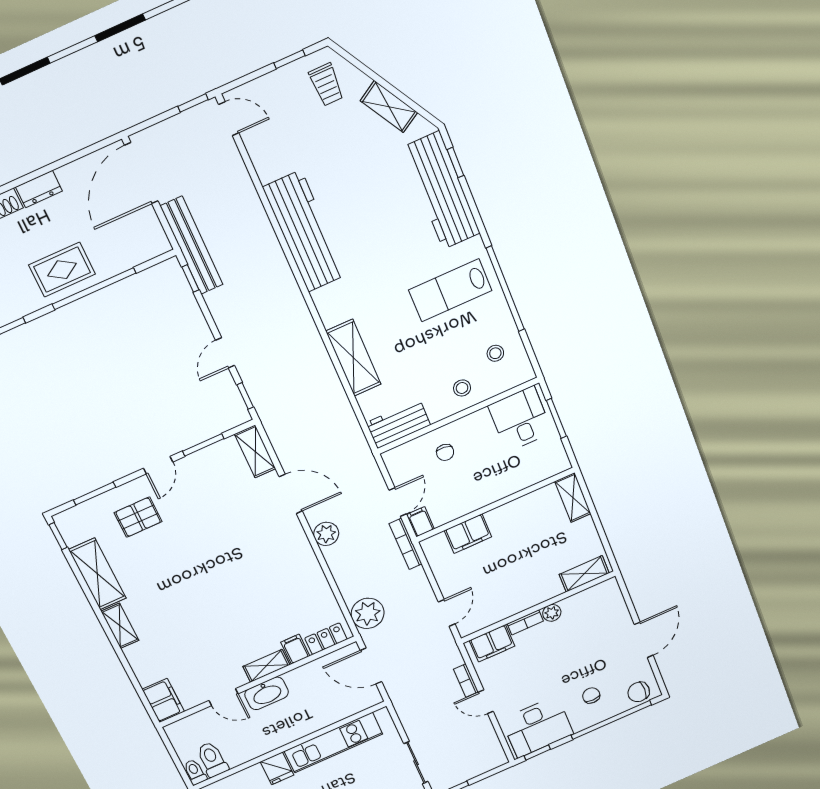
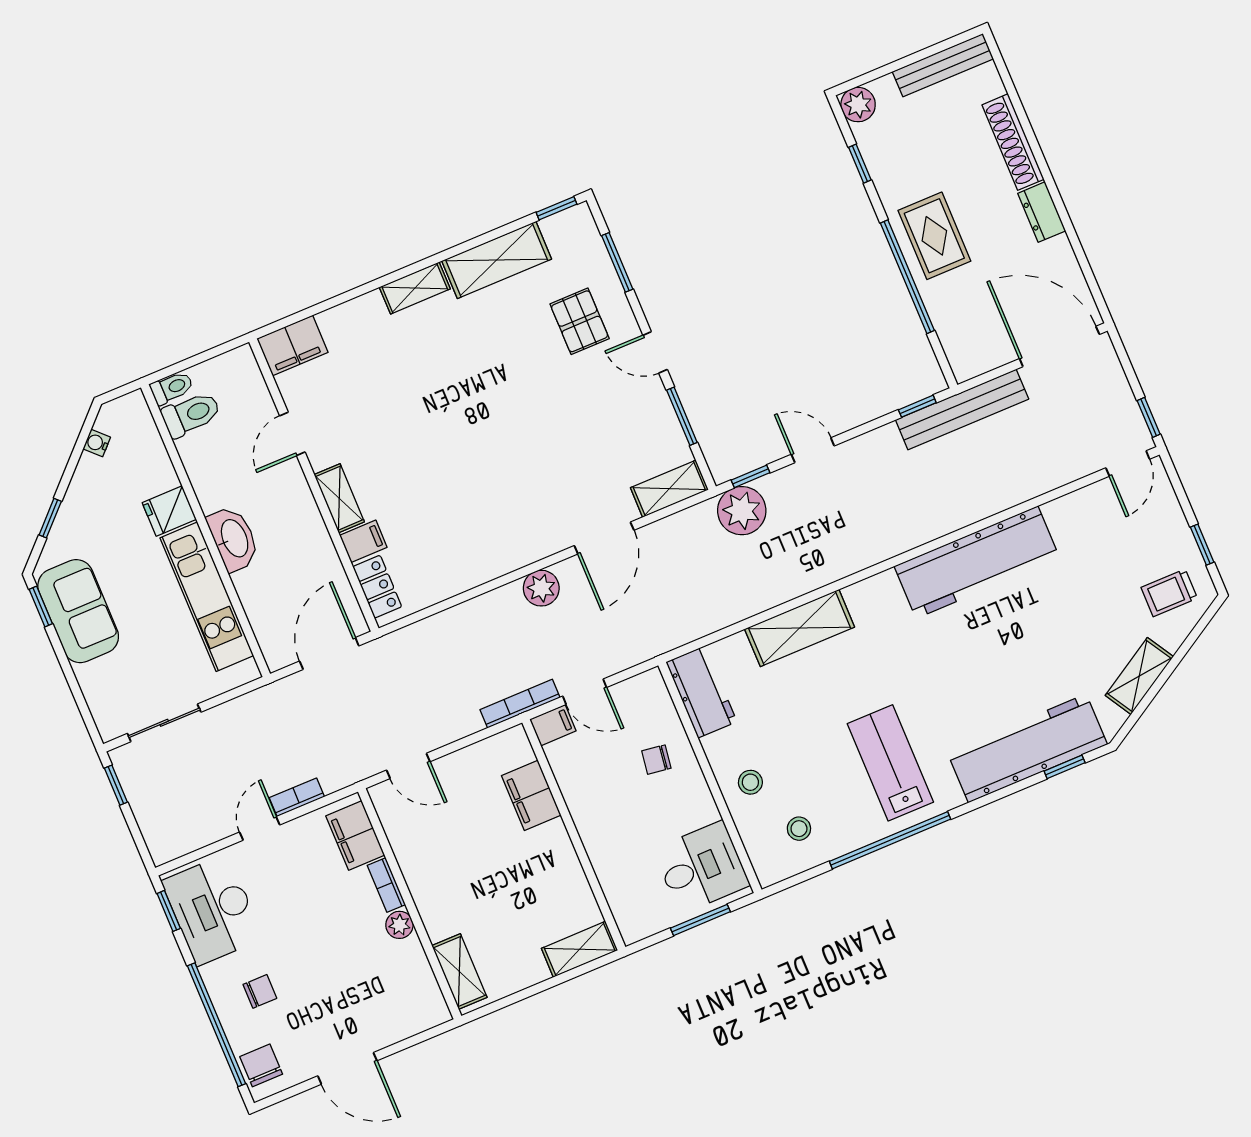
plant: (368, 613) -> (742, 511), moved
washbasin: (267, 693) -> (234, 539), moved, turned 180

